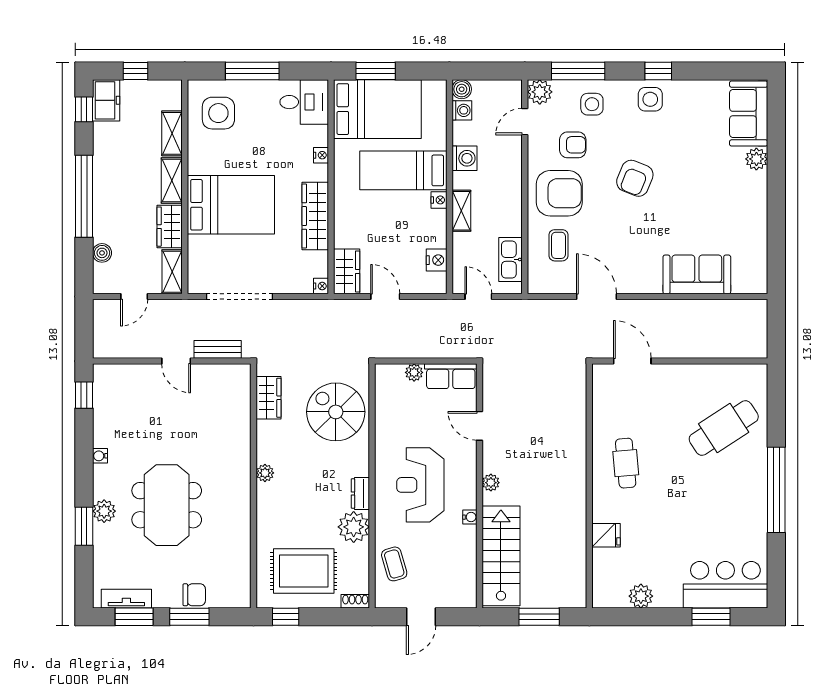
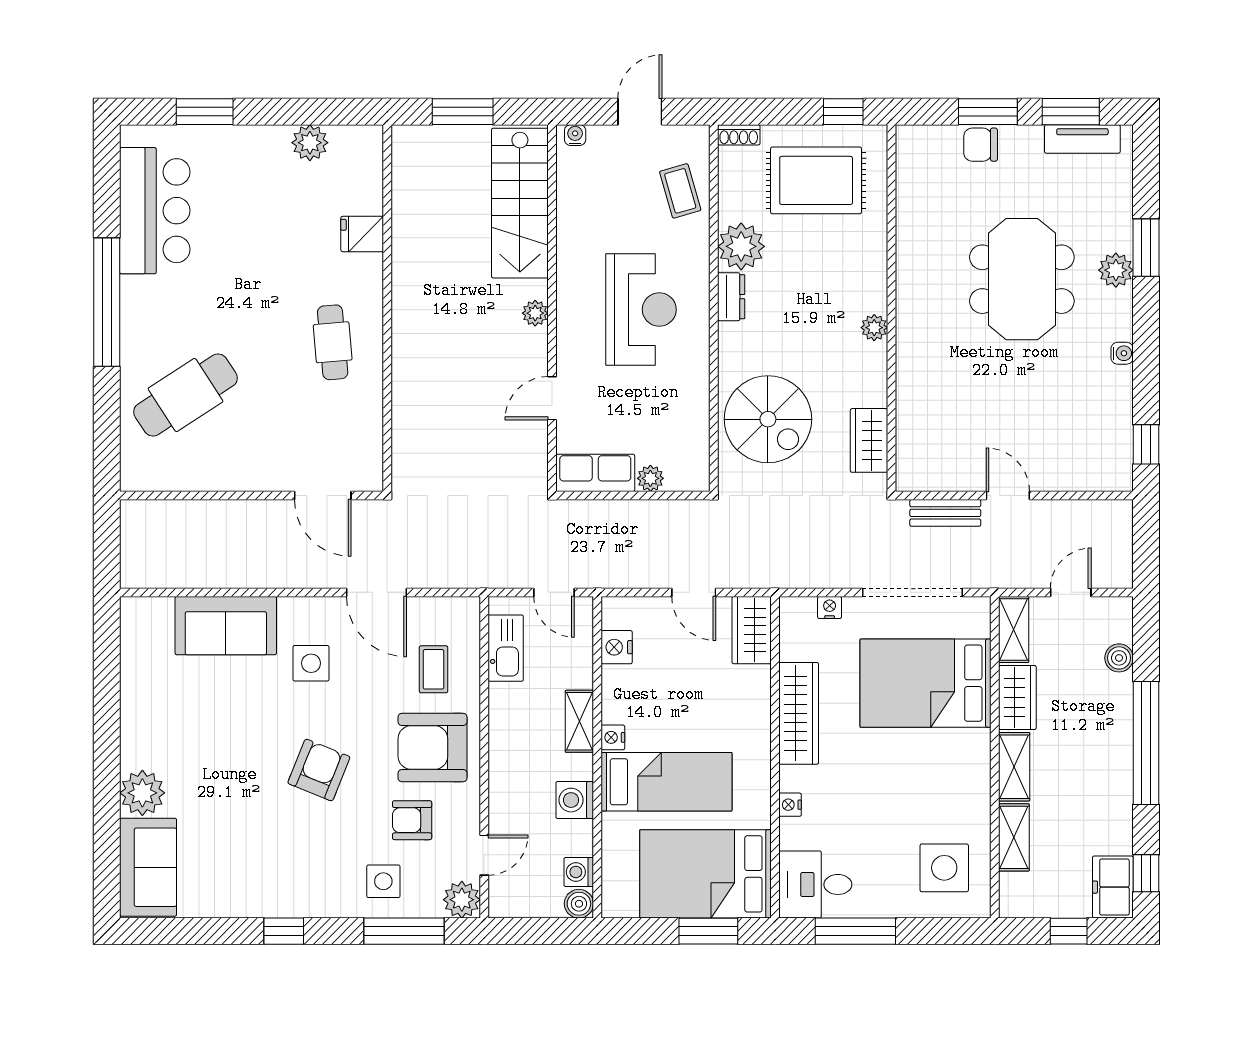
window: (252, 71) -> (855, 931), moved
side table: (650, 99) -> (311, 663), moved
plant: (756, 159) -> (142, 793), width x1.36, depth x1.36
bed: (231, 205) -> (926, 683), moved
nightstand: (321, 286) -> (830, 607), moved, turned 90
door: (480, 426) -> (552, 398), swing flipped
water cooler: (470, 517) -> (575, 135), moved, turned 90
bar counter: (725, 585) -> (155, 211), moved, turned -90

